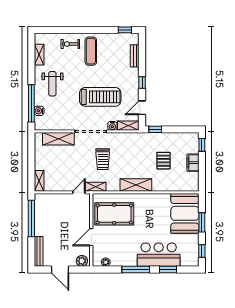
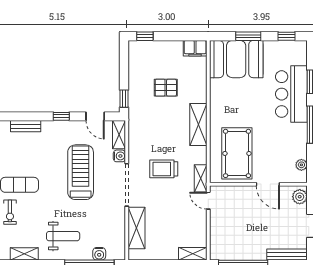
trolley: (103, 159) -> (164, 169), turned 180
filing cabinet: (193, 163) -> (195, 48), moved

